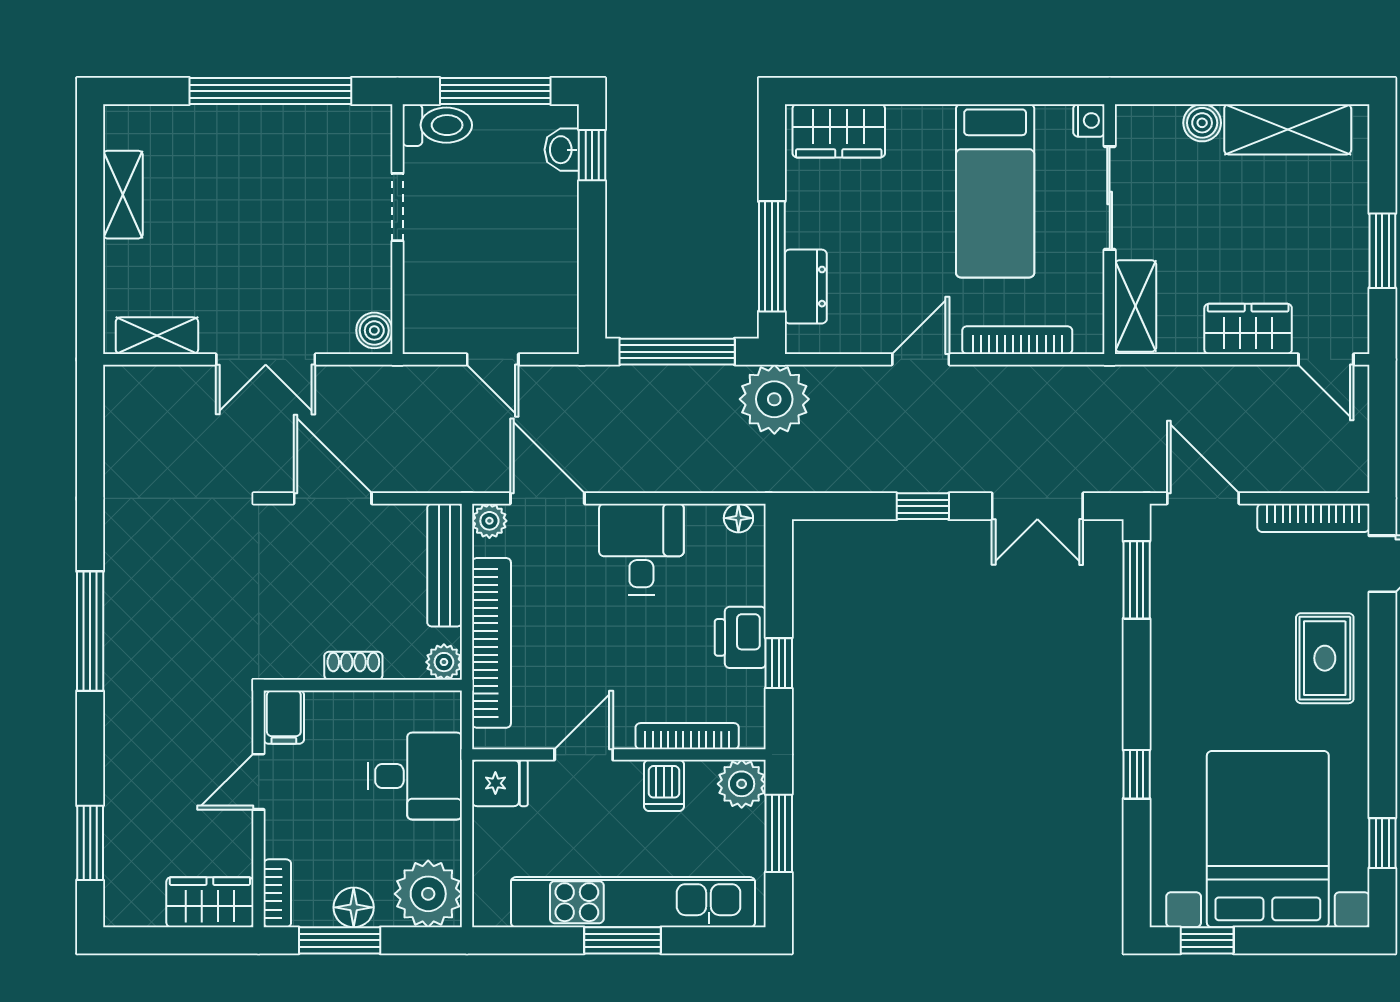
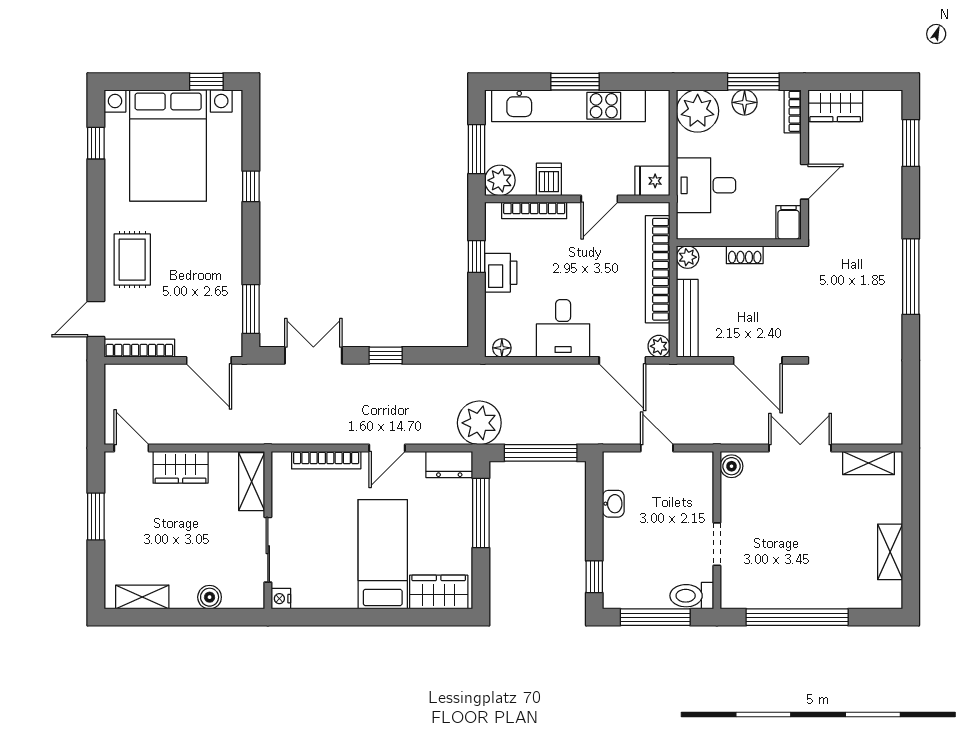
shelving: (1288, 129) -> (142, 597), width x0.67, depth x0.75
washbasin: (562, 150) -> (613, 504), moved
bed: (995, 191) -> (383, 554), moved
dresser: (806, 287) -> (449, 464), moved, turned -90

